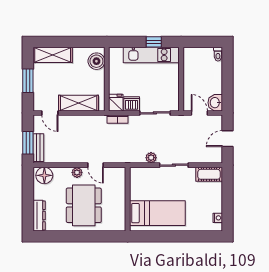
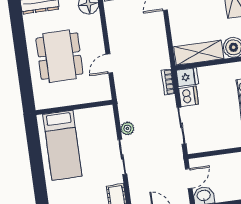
shelving: (79, 103) -> (199, 53), moved, turned 90
plant: (77, 172) -> (97, 42), removed
dining table: (84, 205) -> (59, 56), turned 90

